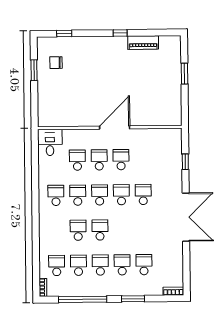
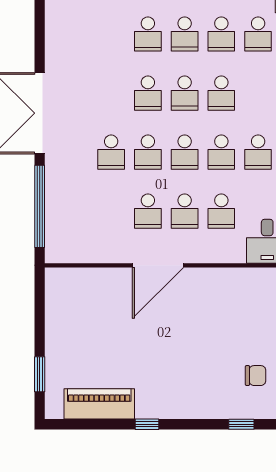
piano: (143, 43) -> (99, 404), width x1.37, depth x1.33
window: (184, 74) -> (40, 374), moved
window: (185, 162) -> (40, 206), width x3.17
school desk: (144, 265) -> (148, 93), moved

